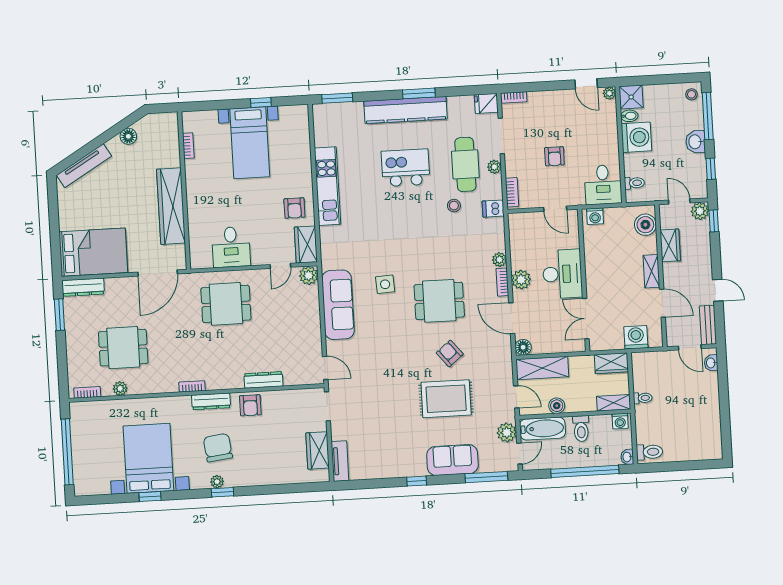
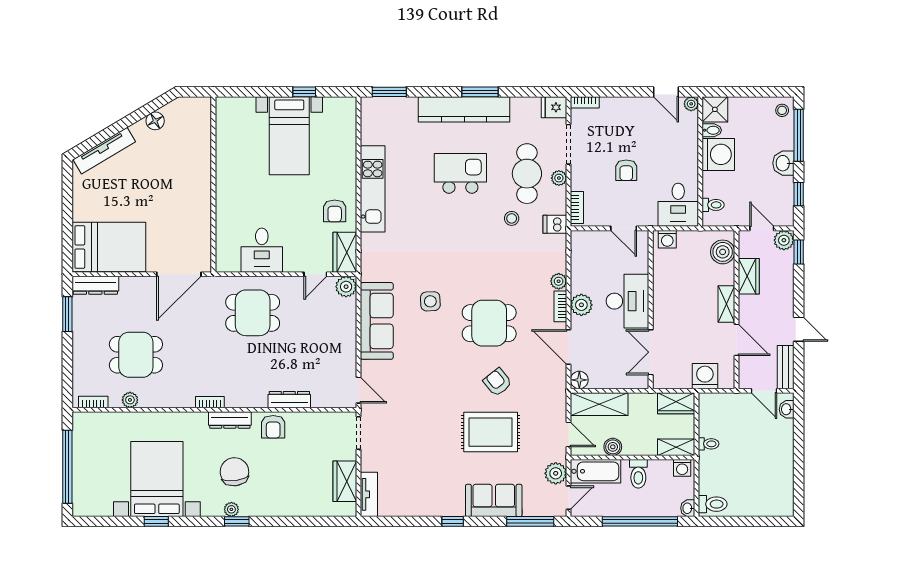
bookcase: (188, 146) -> (221, 135), removed
wardrobe: (171, 206) -> (198, 201), removed

